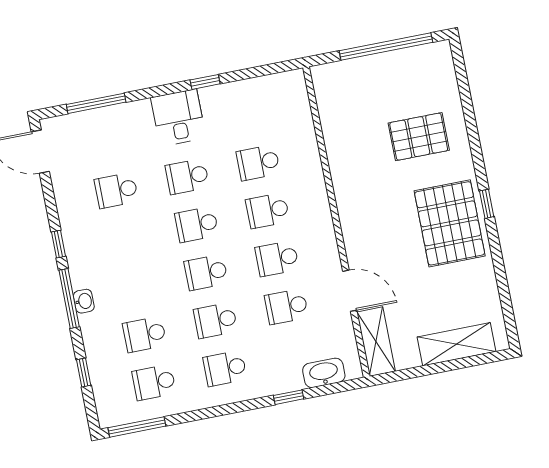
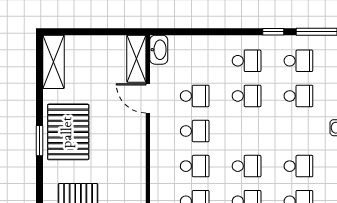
window: (487, 204) -> (39, 141), width x1.50
school desk: (206, 272) -> (298, 166), moved
shelving: (456, 344) -> (53, 62), moved, turned 90
washbasin: (324, 373) -> (159, 50), moved, turned -90
window: (289, 397) -> (273, 32), moved

